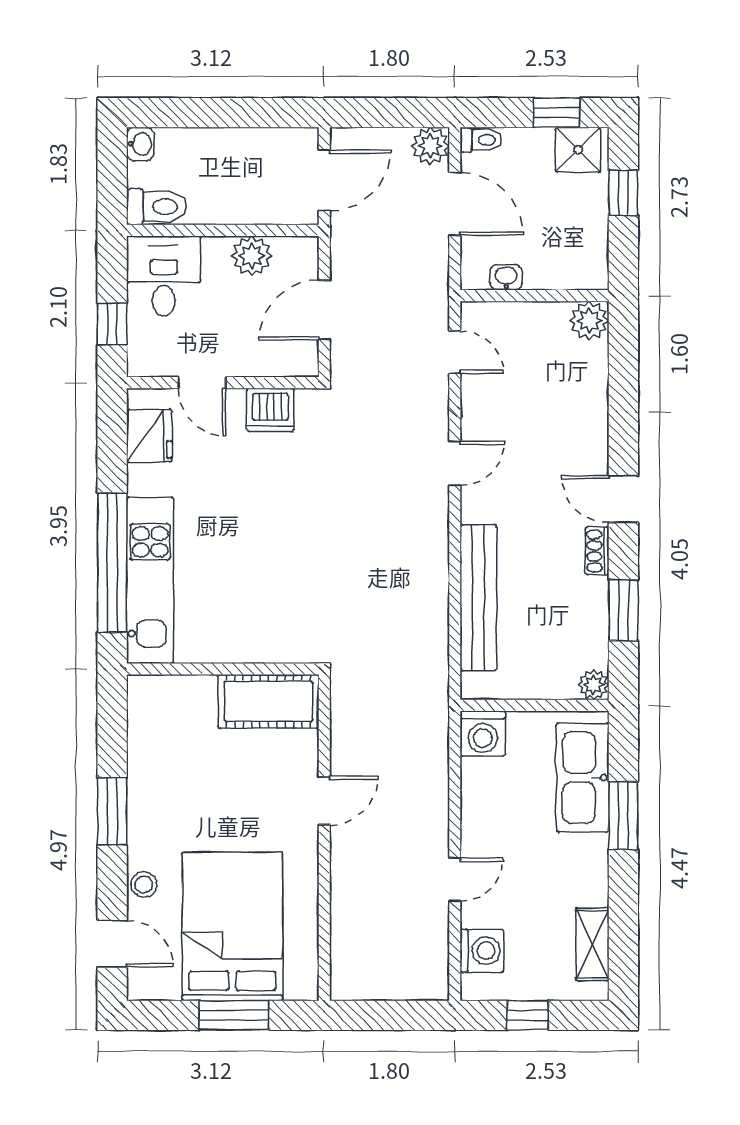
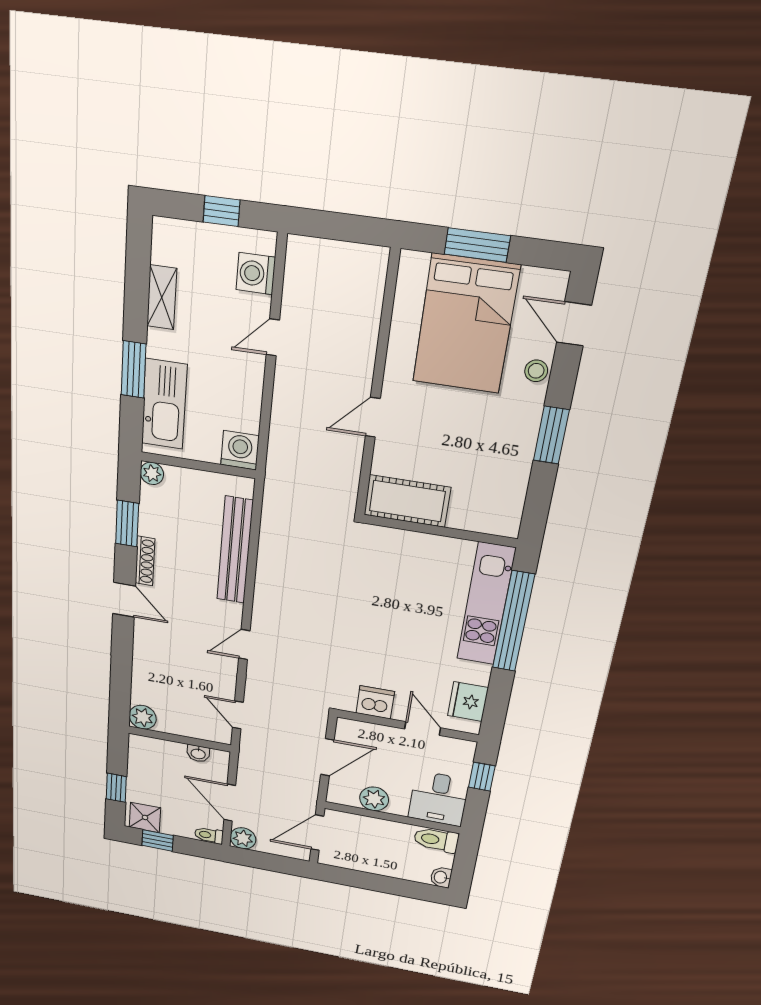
shoe rack: (597, 551) -> (145, 561), width x1.43
shelving: (592, 944) -> (162, 297), moved

